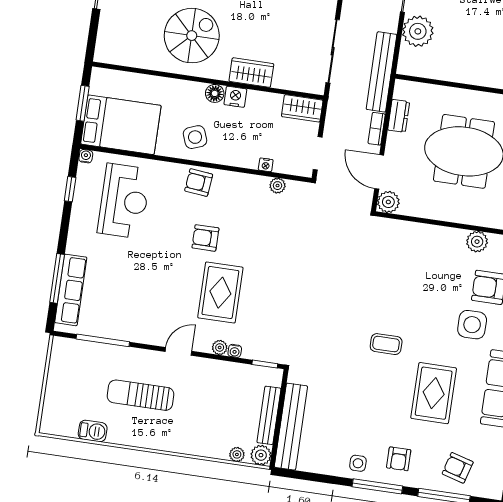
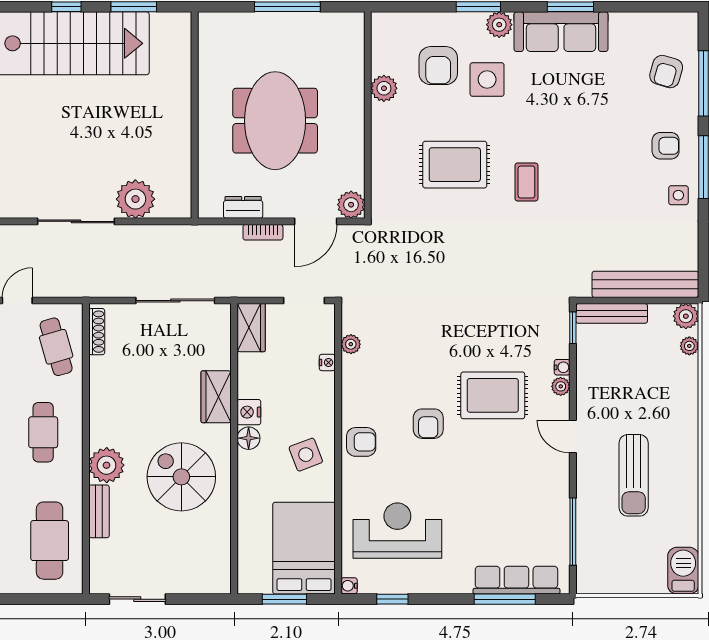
bench: (381, 72) -> (192, 237), removed
armchair: (199, 183) -> (361, 442), turned -96
rug: (434, 393) -> (455, 165), moved
bench: (269, 415) -> (612, 313), moved
barbecue: (93, 431) -> (683, 571), moved, width x1.38, depth x1.27

